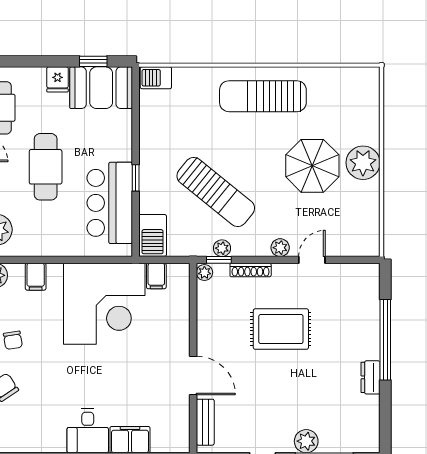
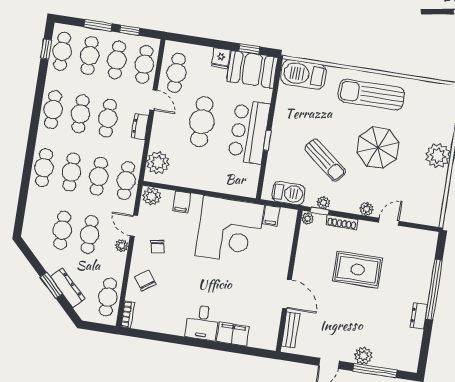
barbecue: (156, 78) -> (303, 74), width x1.88, depth x1.53
parasol: (312, 166) -> (378, 148), moved
sun lounger: (216, 192) -> (325, 160), width x0.73, depth x0.75
bar counter: (110, 203) -> (249, 132), moved
barbecue: (153, 235) -> (289, 193), moved, turned -90

